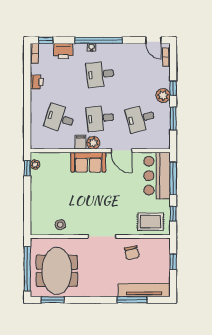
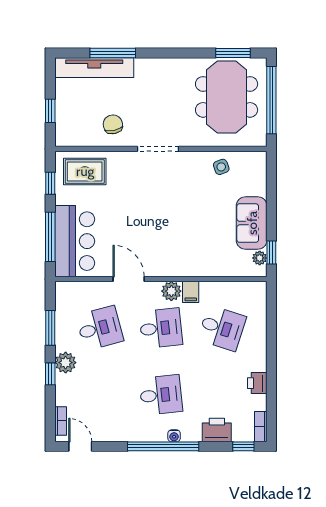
sofa: (88, 162) -> (252, 223), moved, turned -90

